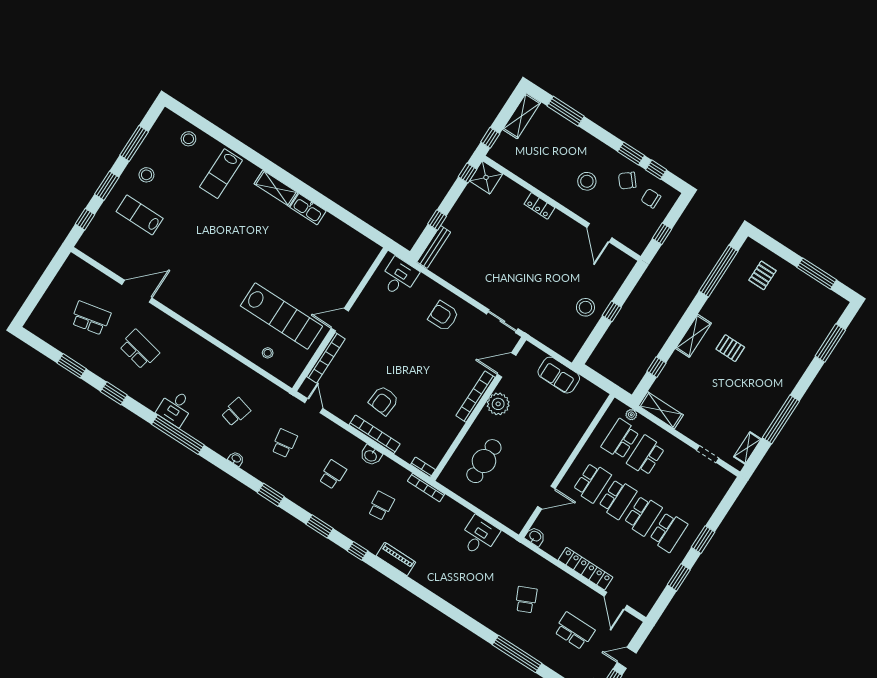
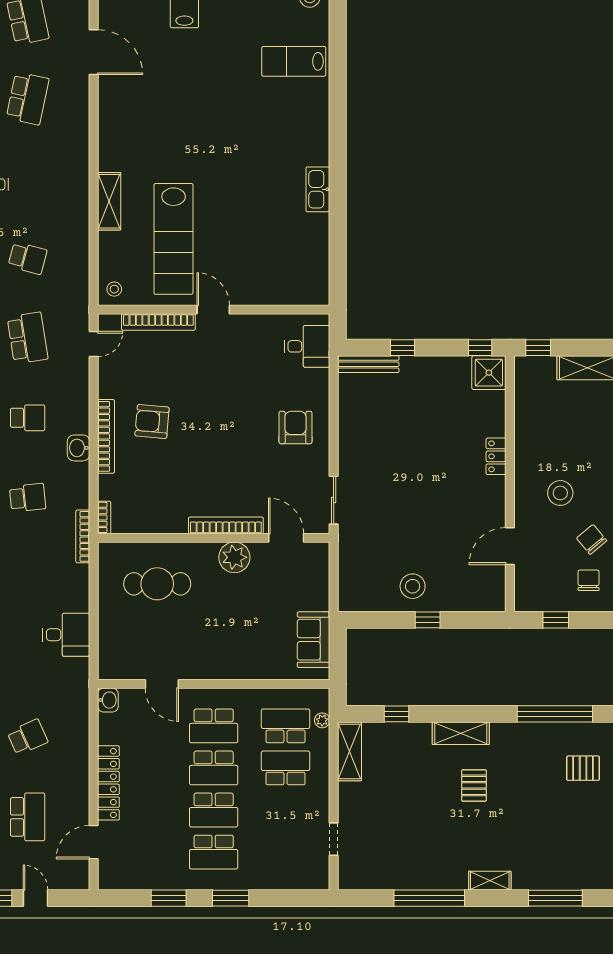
shelving: (276, 188) -> (109, 201), moved
stool: (268, 353) -> (114, 289), moved
sofa: (559, 375) -> (314, 640), moved
school desk: (284, 443) -> (28, 338), width x1.85
shelving: (747, 448) -> (490, 881), moved

